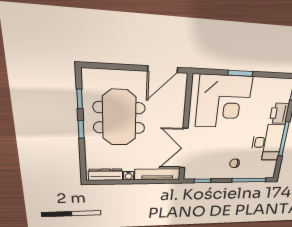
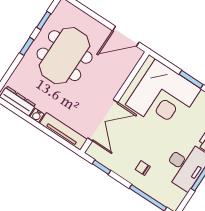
double door: (184, 148) -> (103, 120), swing flipped

